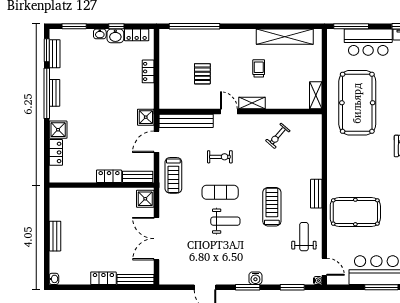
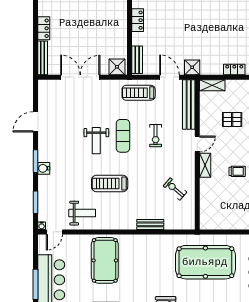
shelving: (316, 95) -> (212, 85), moved
locker: (109, 176) -> (138, 20), moved
bench: (316, 194) -> (150, 224), moved
treadmill: (272, 207) -> (110, 183), turned 180

